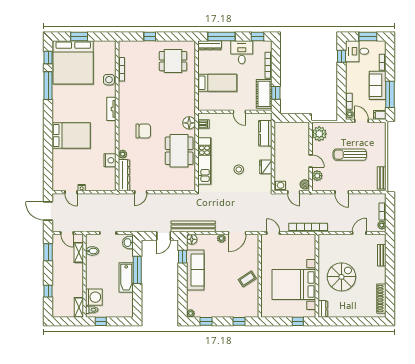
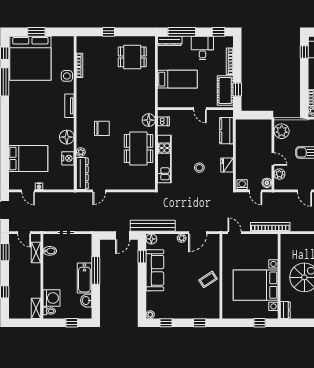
bed: (71, 136) -> (28, 158), moved
floor lamp: (109, 140) -> (67, 137), added
washbasin: (128, 243) -> (86, 301), moved
window: (101, 321) -> (72, 323), moved

